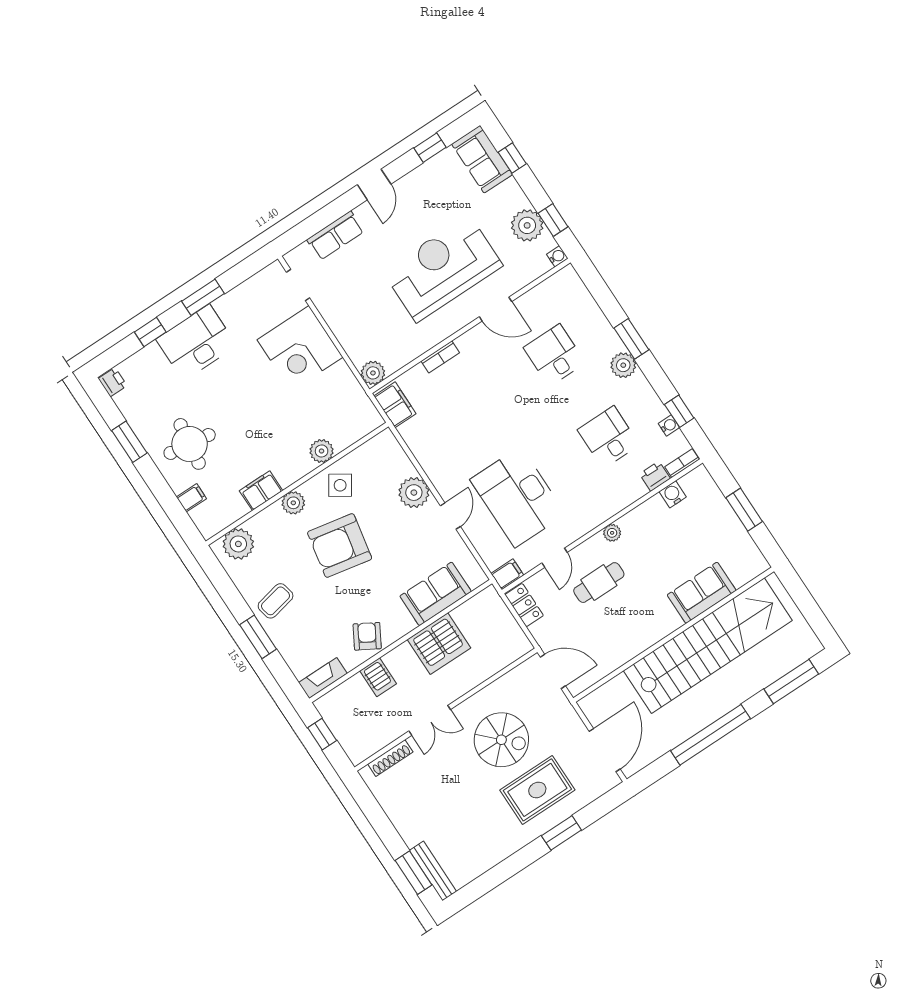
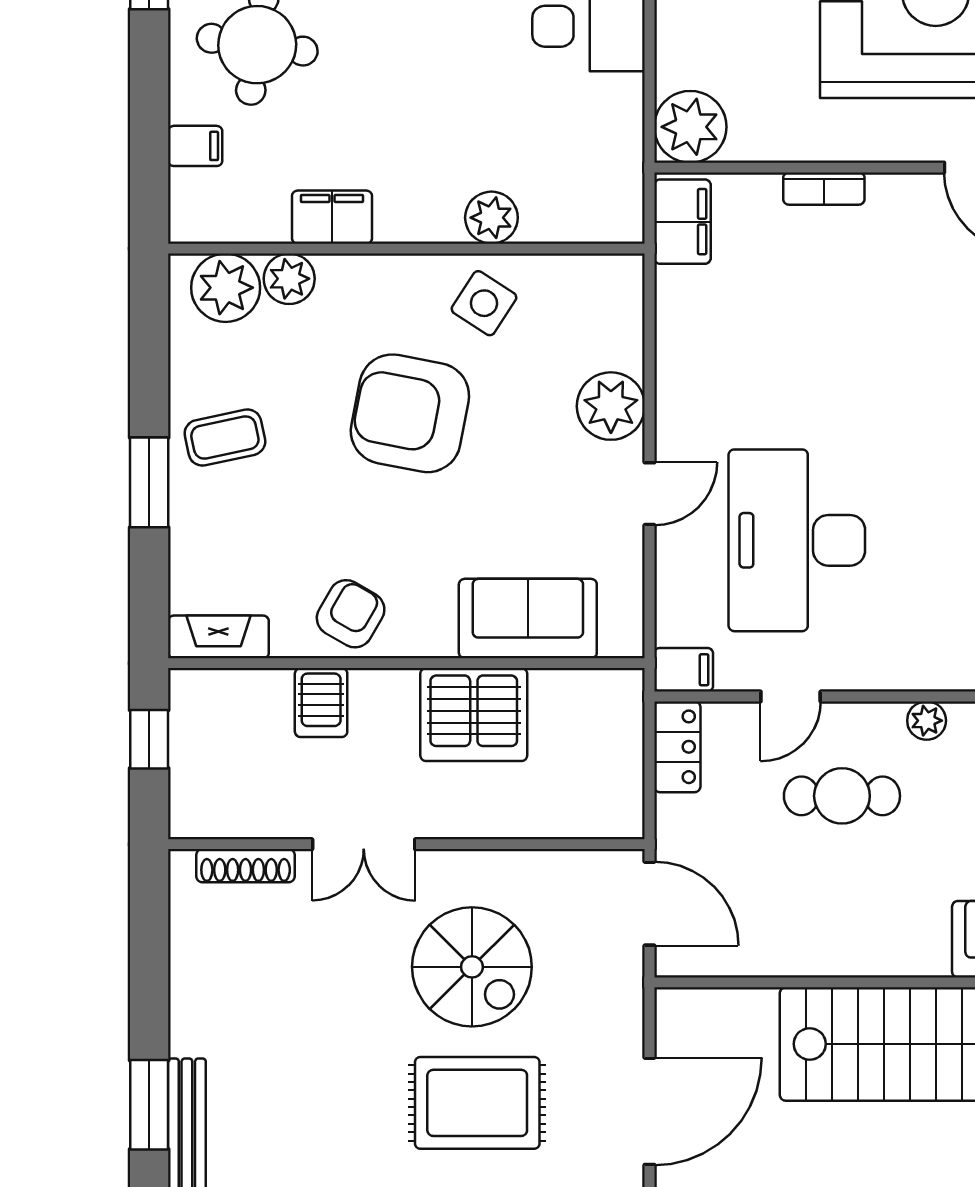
plant: (373, 373) -> (690, 127), width x1.36, depth x1.36
plant: (293, 503) -> (289, 279), moved

